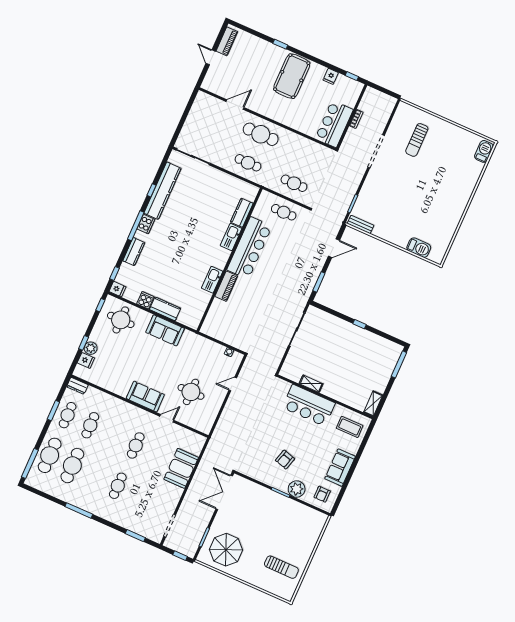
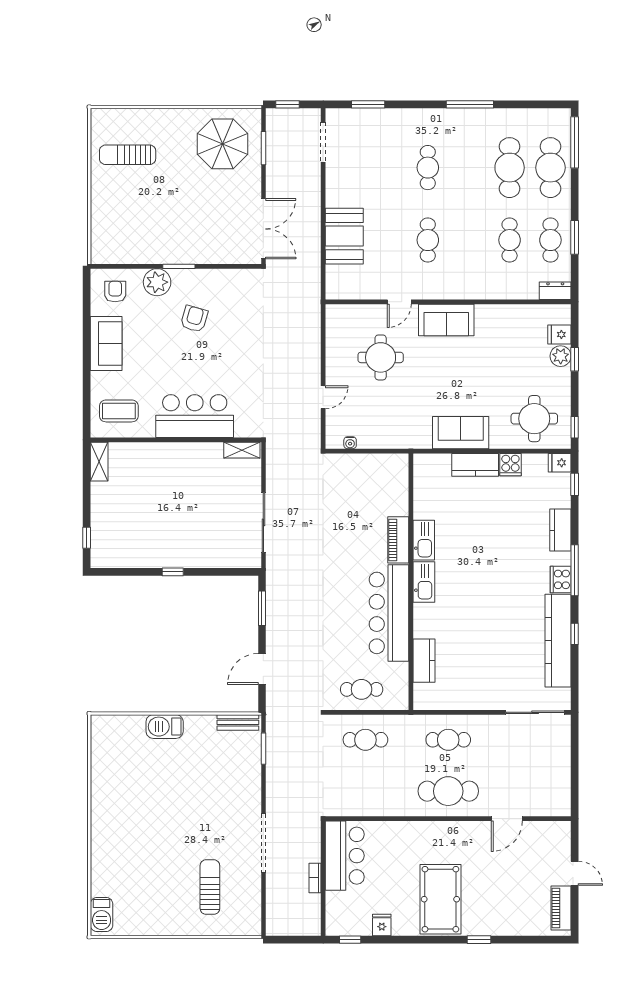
kitchen sink: (231, 237) -> (424, 582), moved
barbecue: (419, 248) -> (165, 727), moved
window: (399, 364) -> (87, 538), width x0.46
shelving: (311, 384) -> (242, 450), moved

